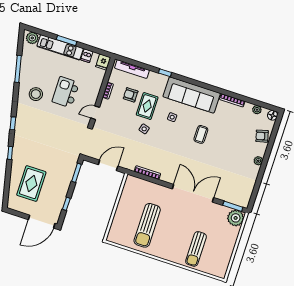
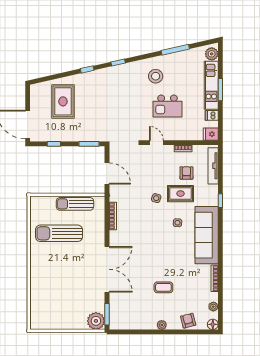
kitchen island: (66, 92) -> (168, 106), turned 180
coffee table: (201, 134) -> (163, 287), moved
rug: (31, 184) -> (63, 101), turned 90
sun lounger: (196, 249) -> (75, 204), moved

